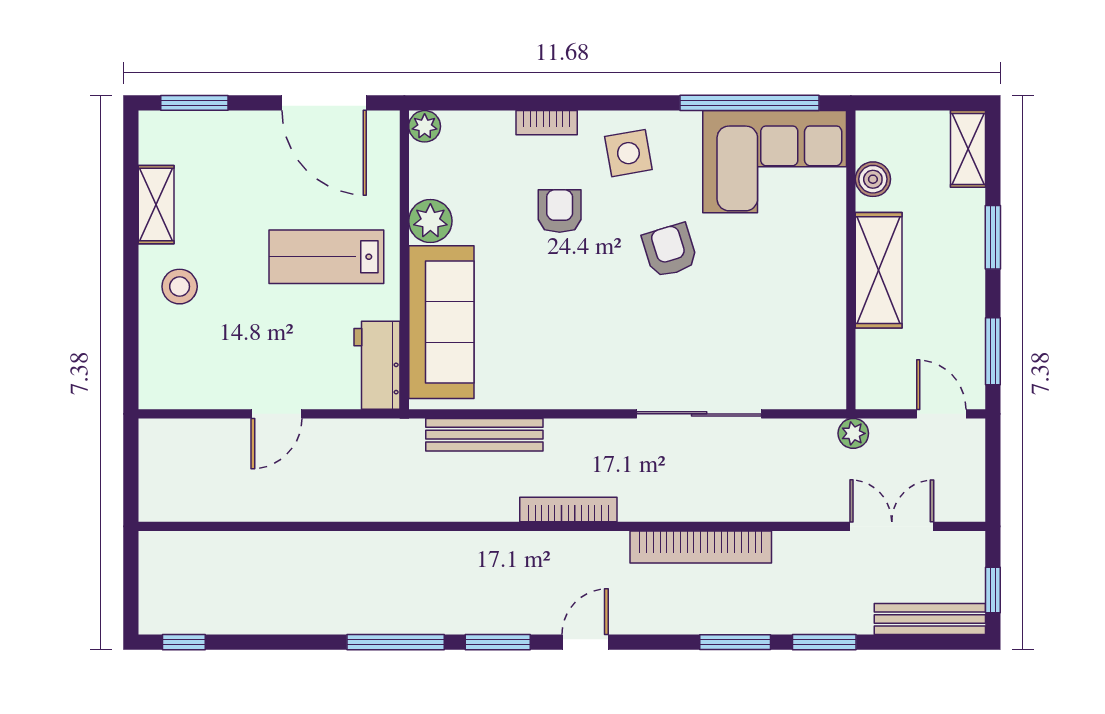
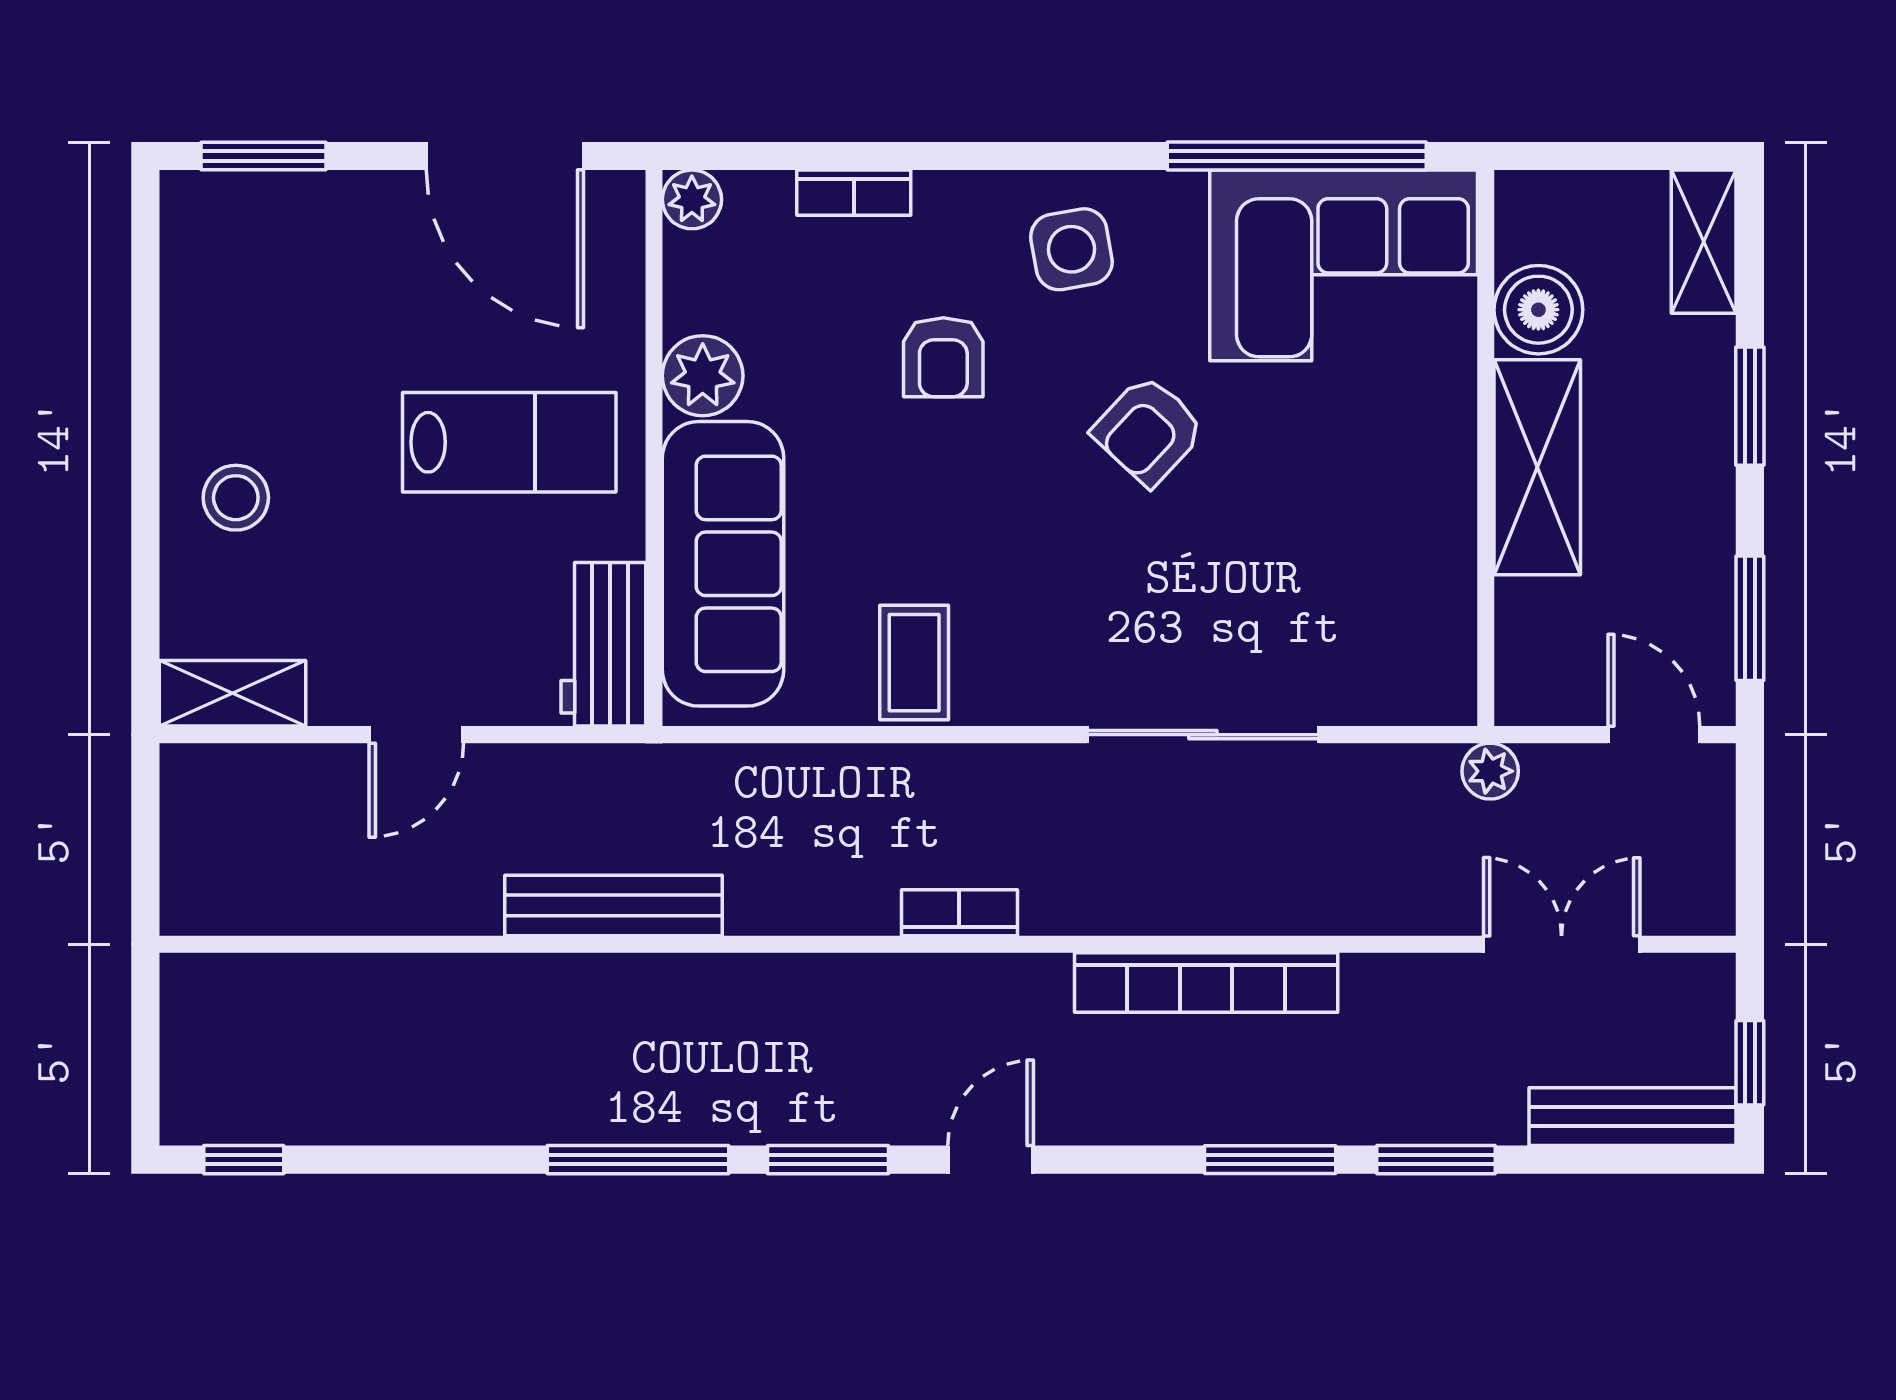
bookcase: (547, 123) -> (854, 193), moved
boiler: (873, 179) -> (1538, 310), width x1.36, depth x1.36
shelving: (156, 205) -> (232, 693), moved, turned 90
armchair: (560, 211) -> (943, 357), turned 180
armchair: (670, 250) -> (1148, 430), turned -120
lab bench: (326, 257) -> (509, 442), turned 180
coffee table: (544, 375) -> (914, 663), added
bench: (484, 435) -> (614, 905), moved
bookcase: (568, 509) -> (959, 913), width x0.64

